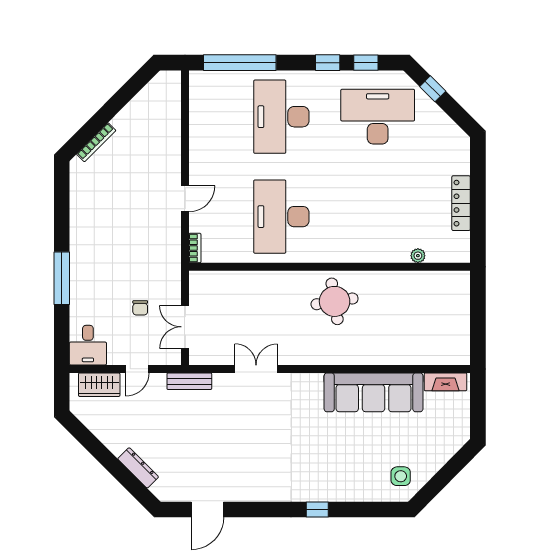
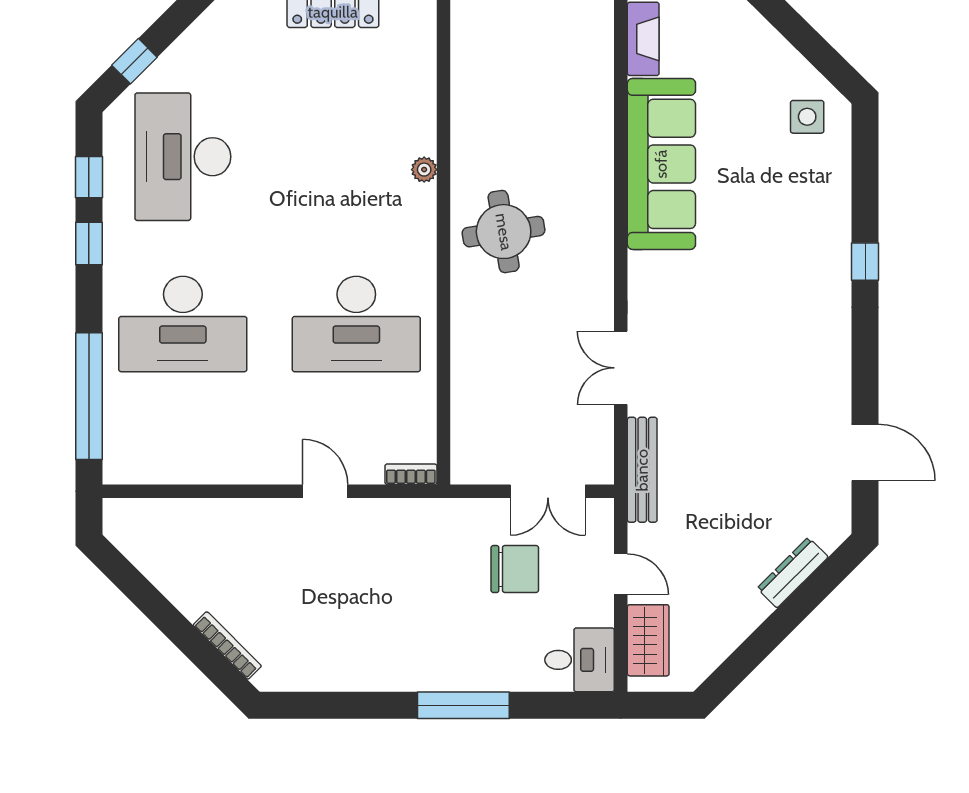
plant: (418, 256) -> (424, 170), moved
chair: (140, 308) -> (515, 569), width x1.87, depth x1.87
bench: (189, 381) -> (642, 470), width x1.36

